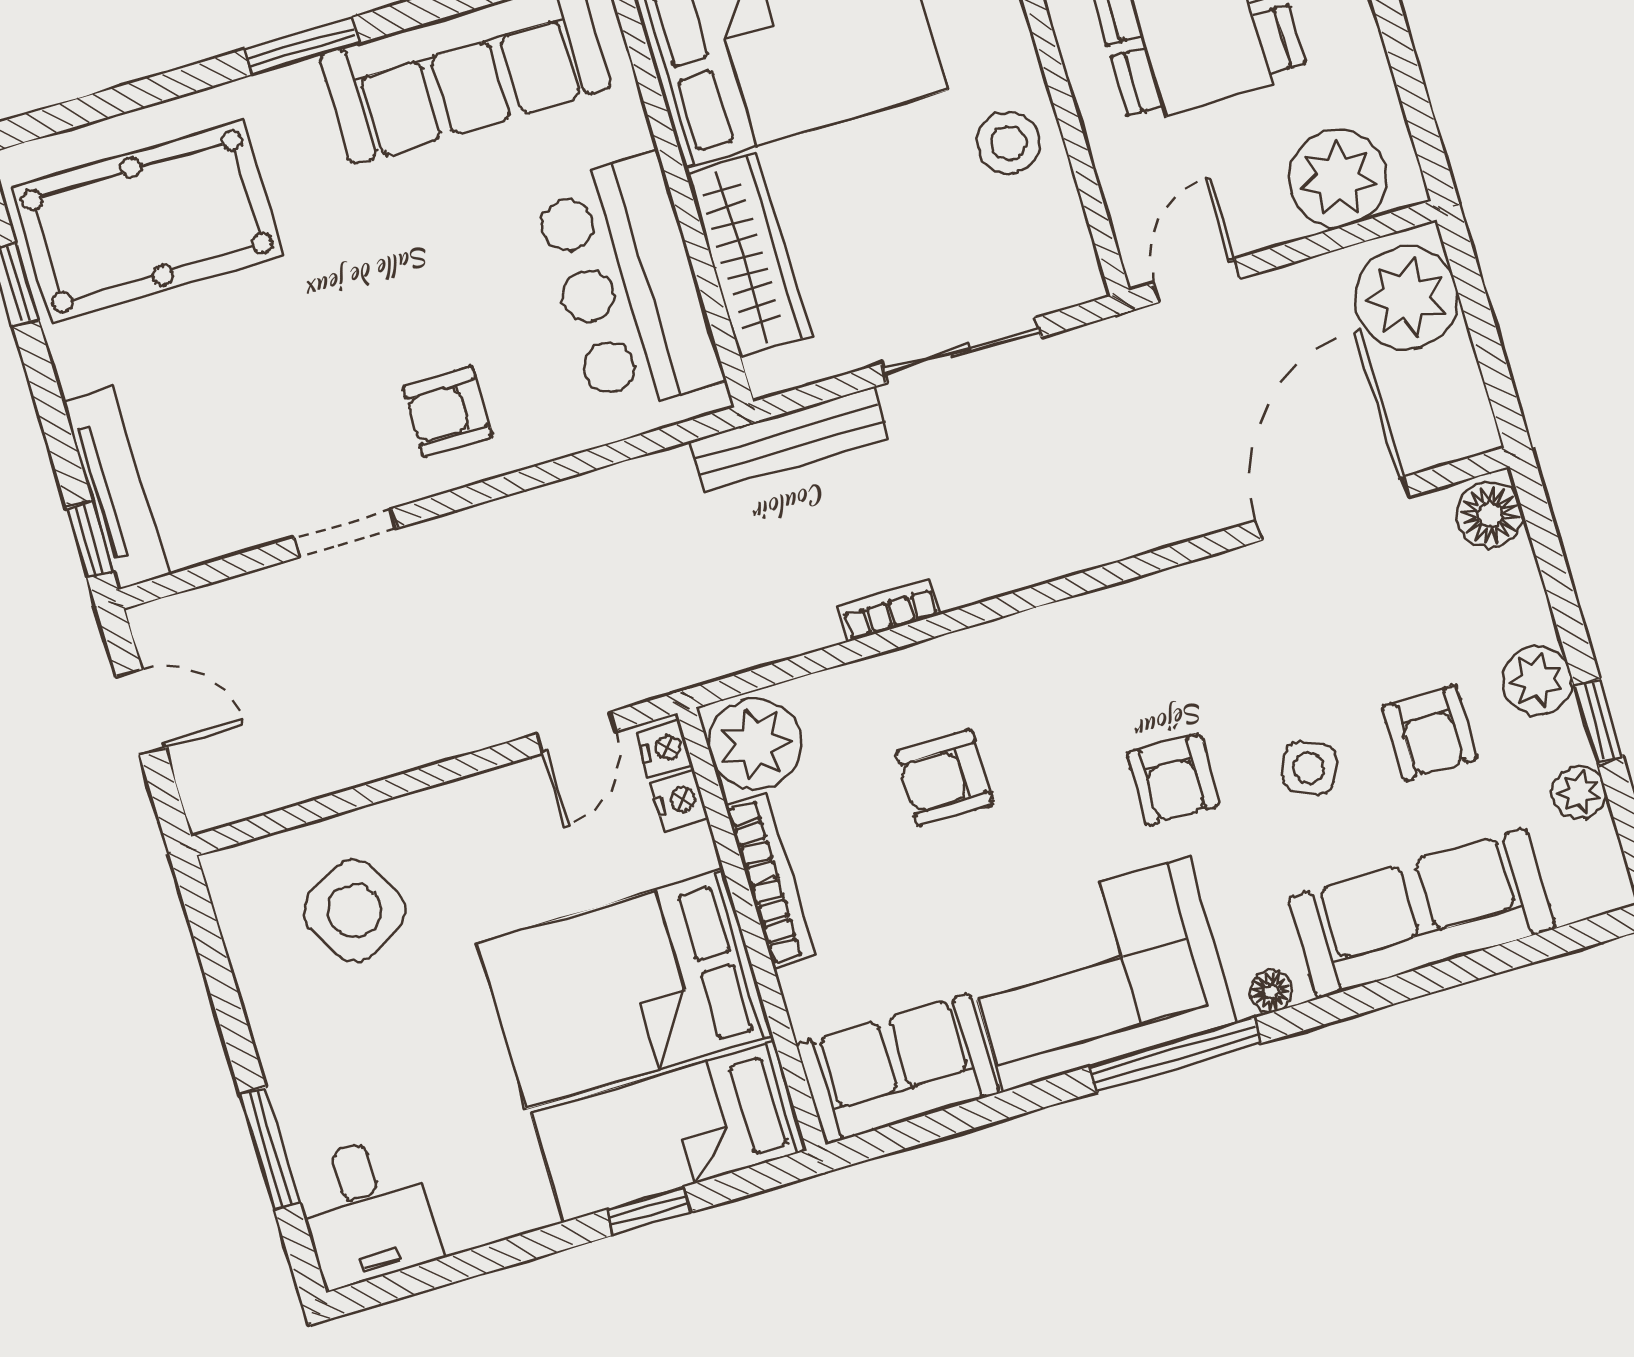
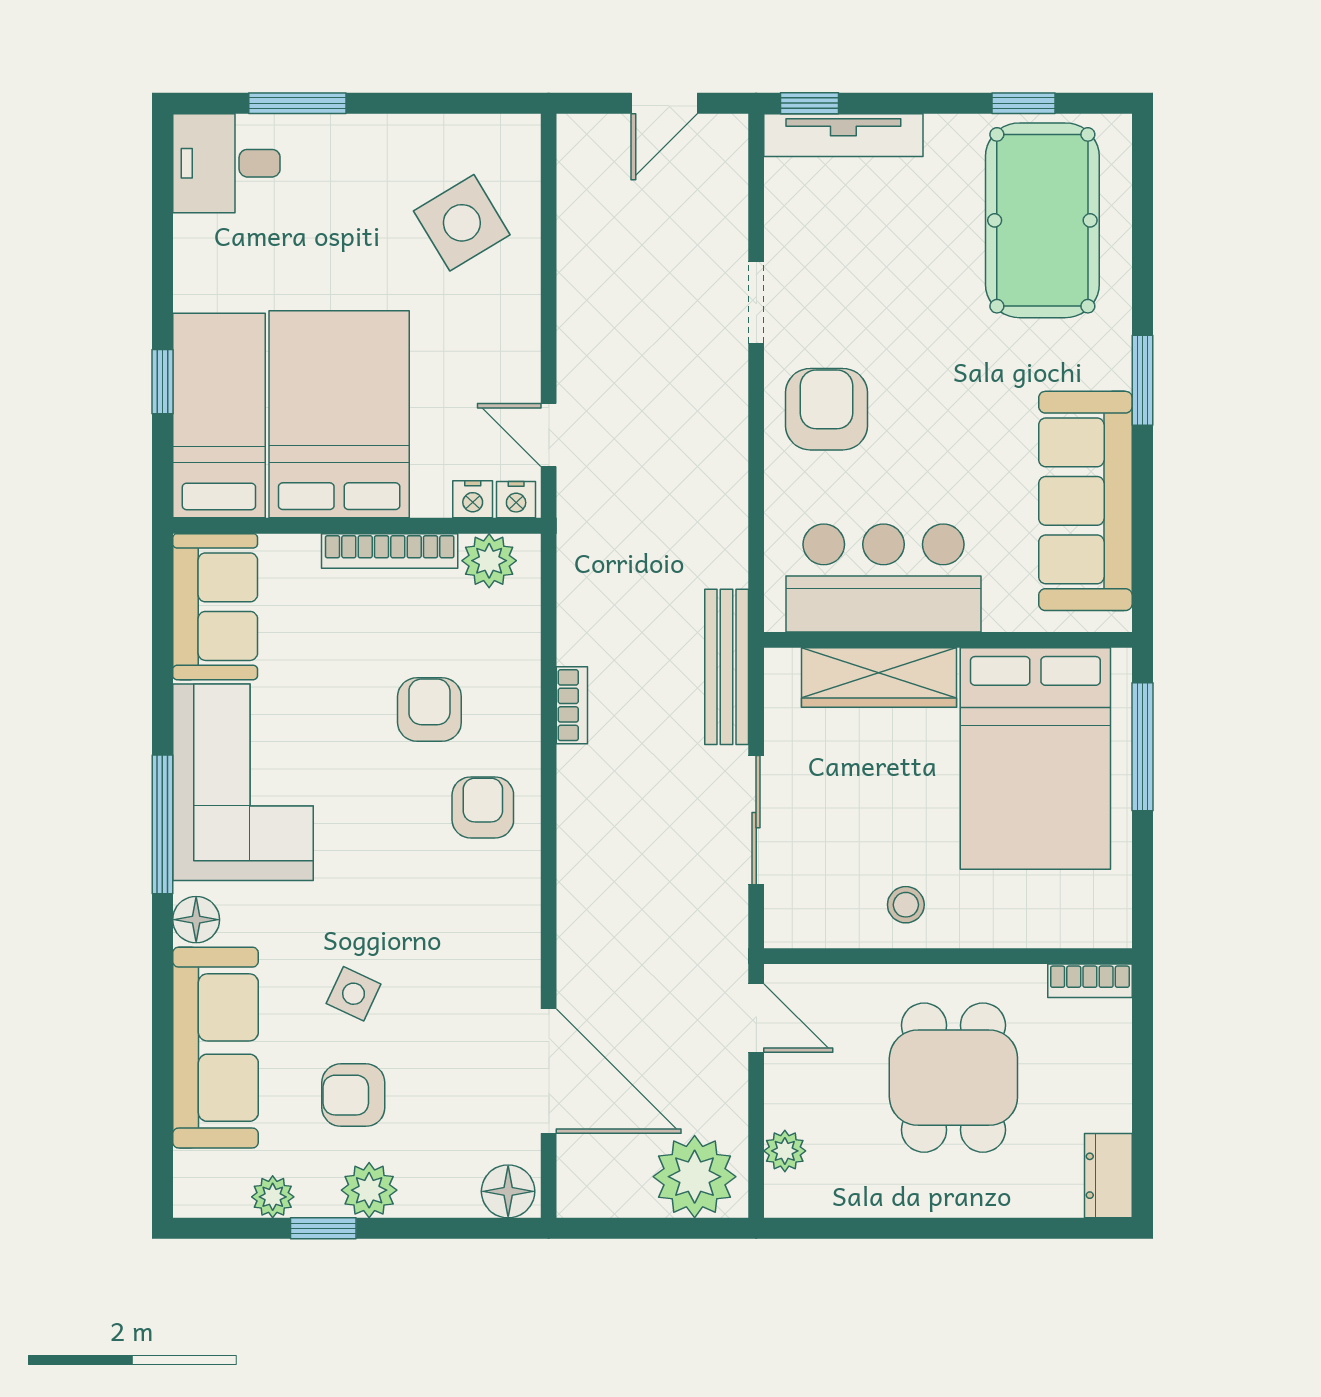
stool: (1009, 143) -> (906, 905), width x0.73, depth x0.73
plant: (1338, 178) -> (785, 1151), width x0.53, depth x0.53
armchair: (448, 411) -> (827, 409), width x1.38, depth x1.38
plant: (755, 744) -> (489, 561), width x0.73, depth x0.73
armchair: (1173, 780) -> (483, 807), moved, turned 88
floor lamp: (1271, 991) -> (196, 920), width x1.37, depth x1.37

